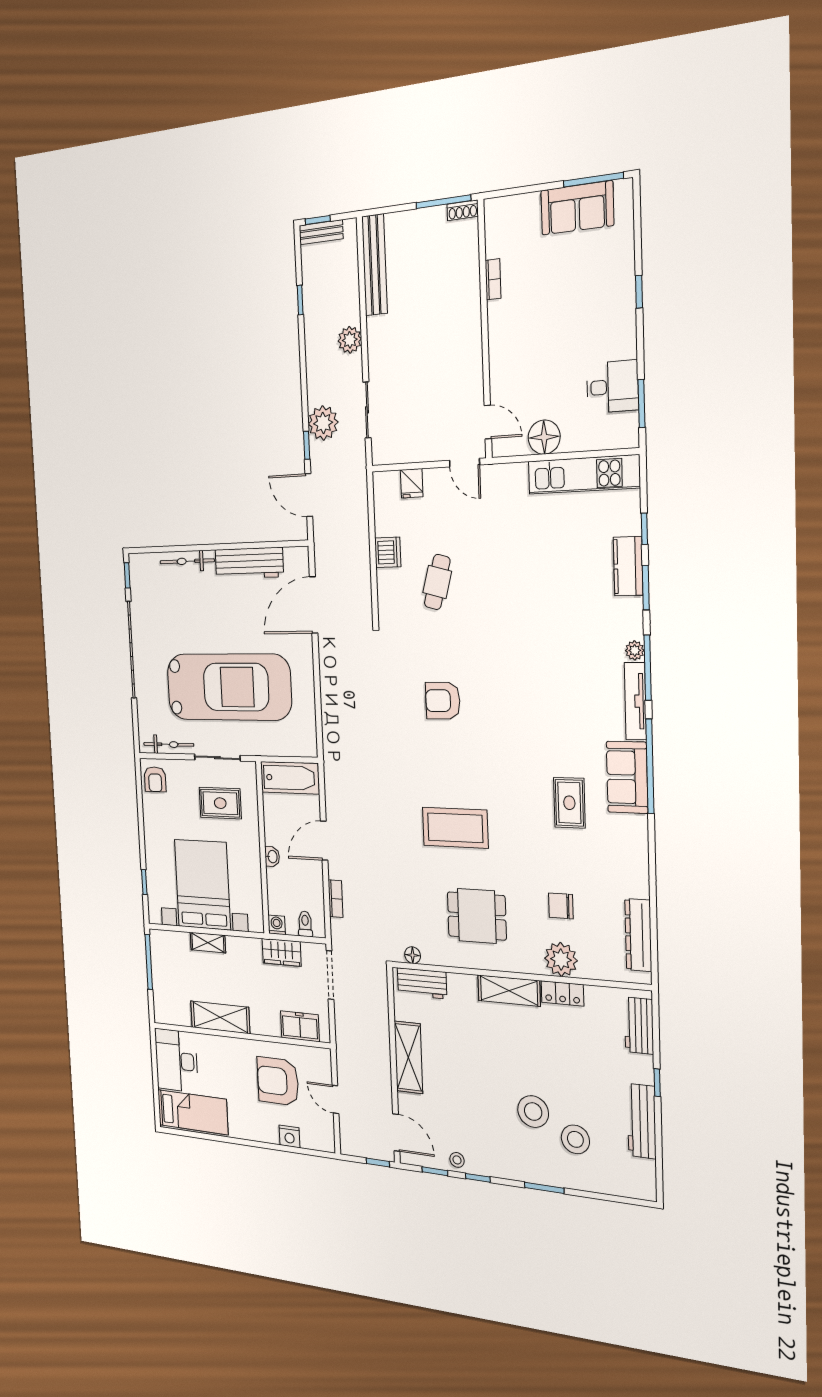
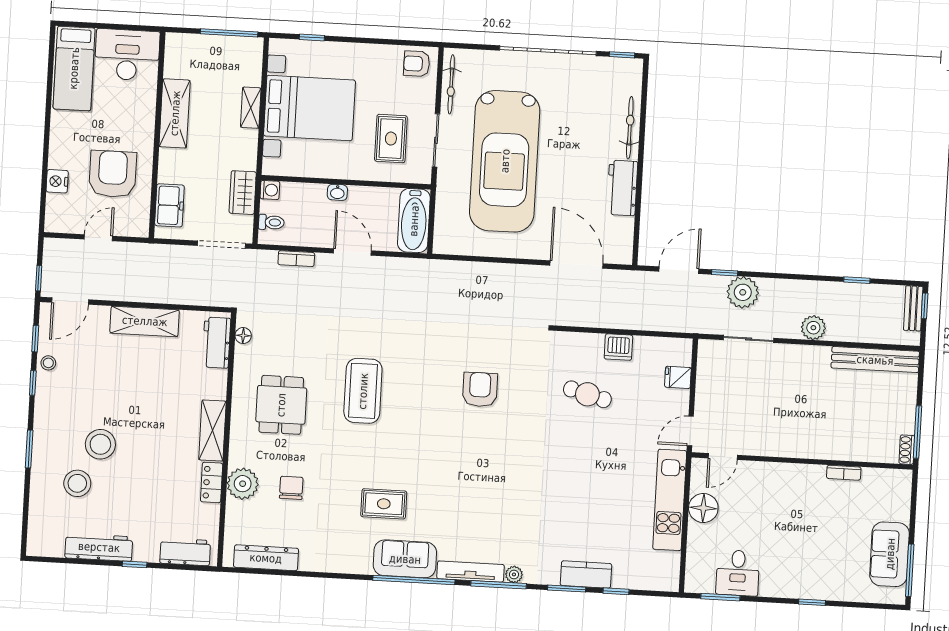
kitchen unit: (584, 475) -> (670, 500), moved
workbench: (249, 563) -> (622, 188), width x0.73

